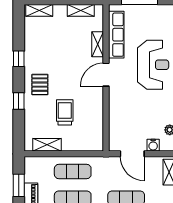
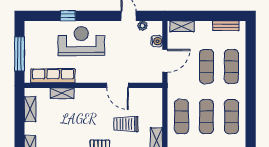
door: (106, 75) -> (117, 85), moved

